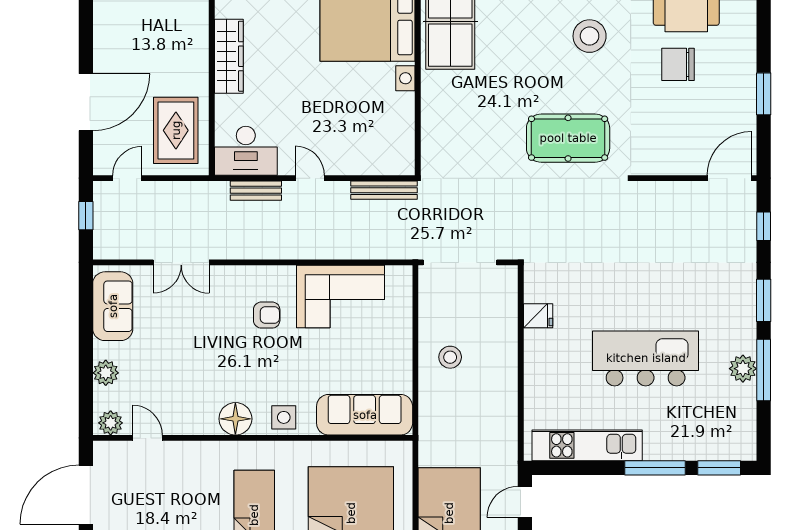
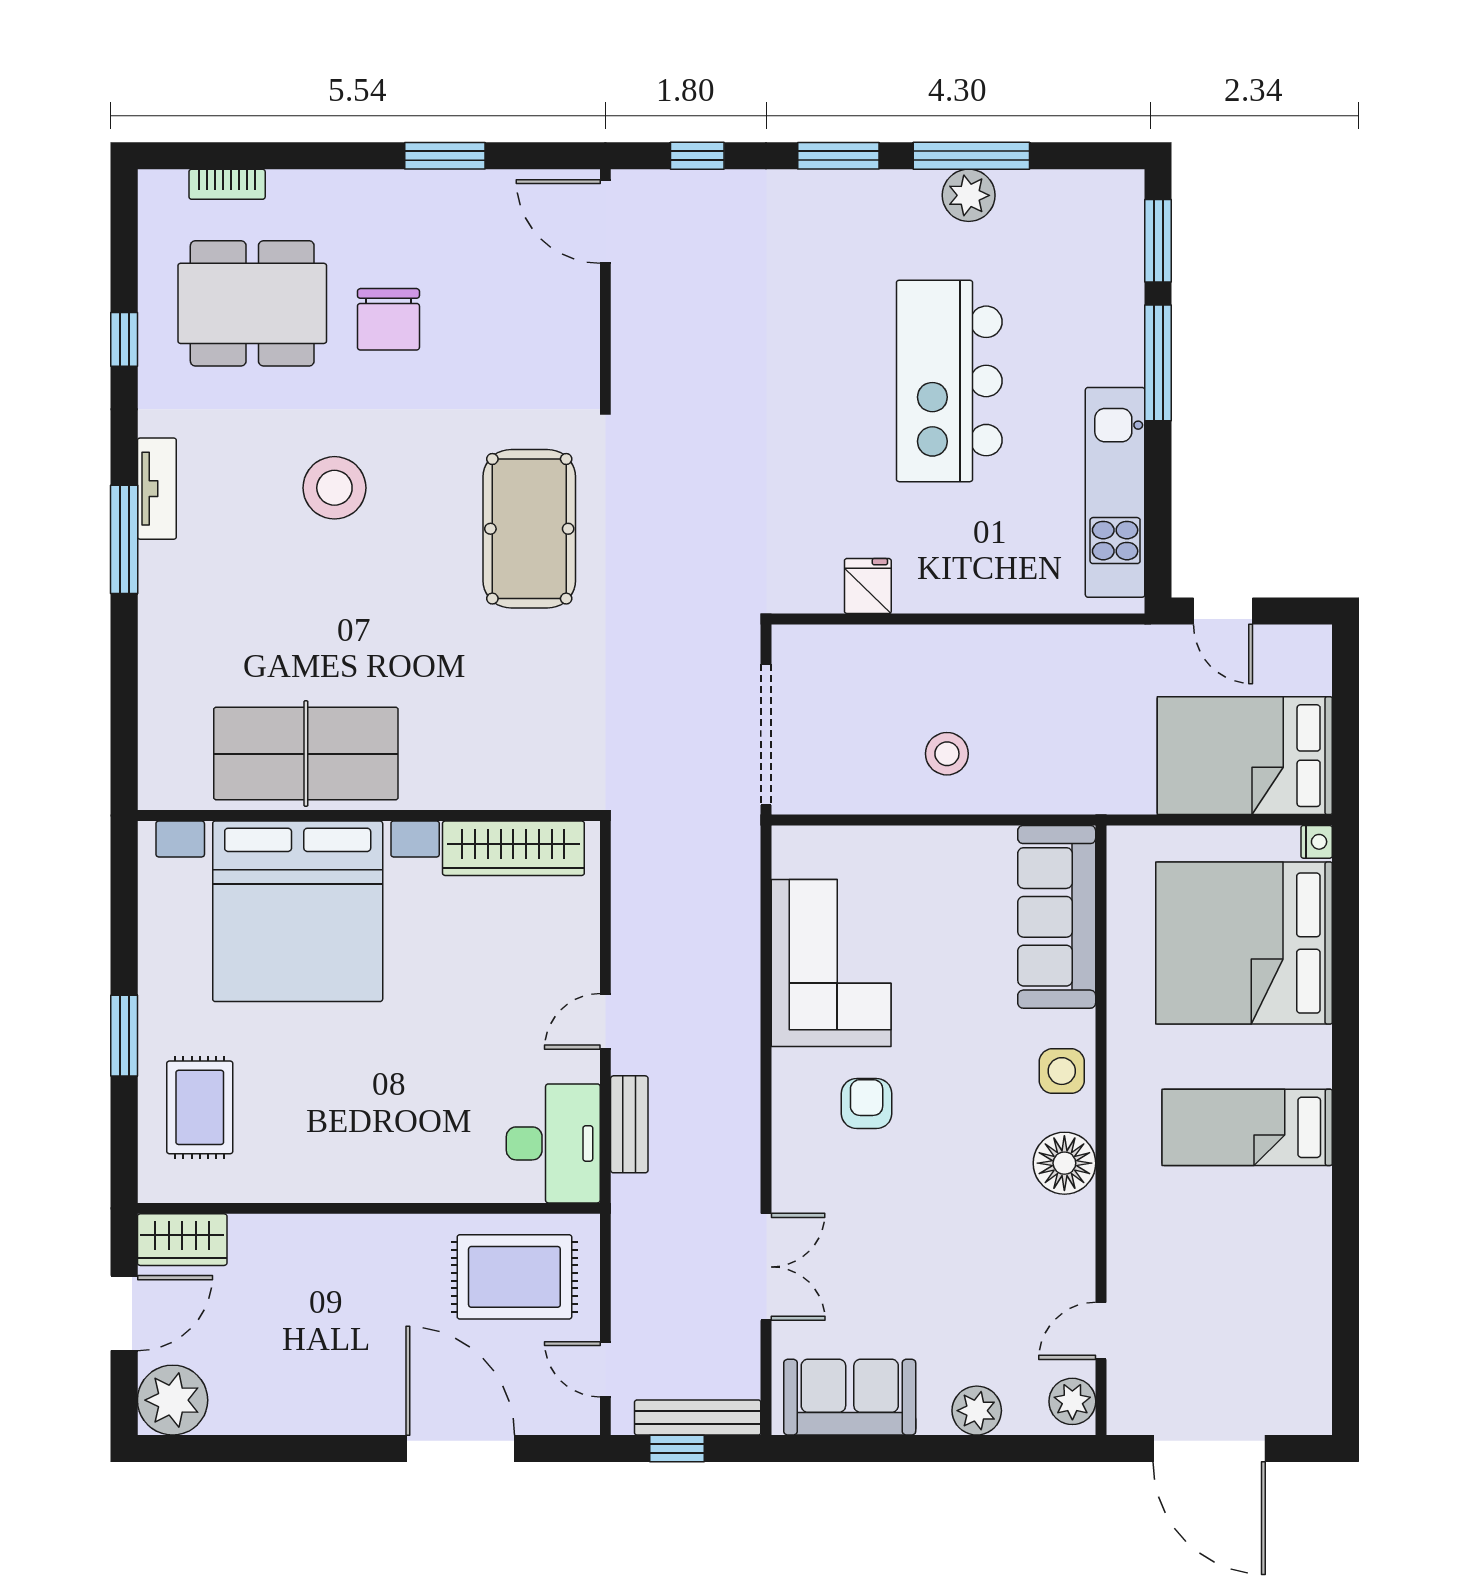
wardrobe: (229, 56) -> (513, 848), moved, turned 180
bench: (384, 190) -> (698, 1417), moved, turned 90

